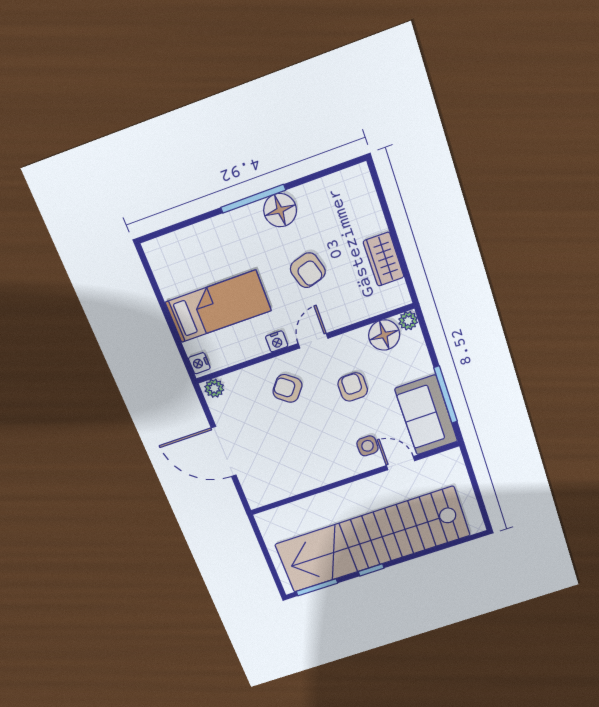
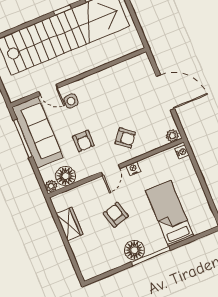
bed: (218, 306) -> (170, 213), moved, turned 90
sofa: (426, 415) -> (38, 132), width x1.36

